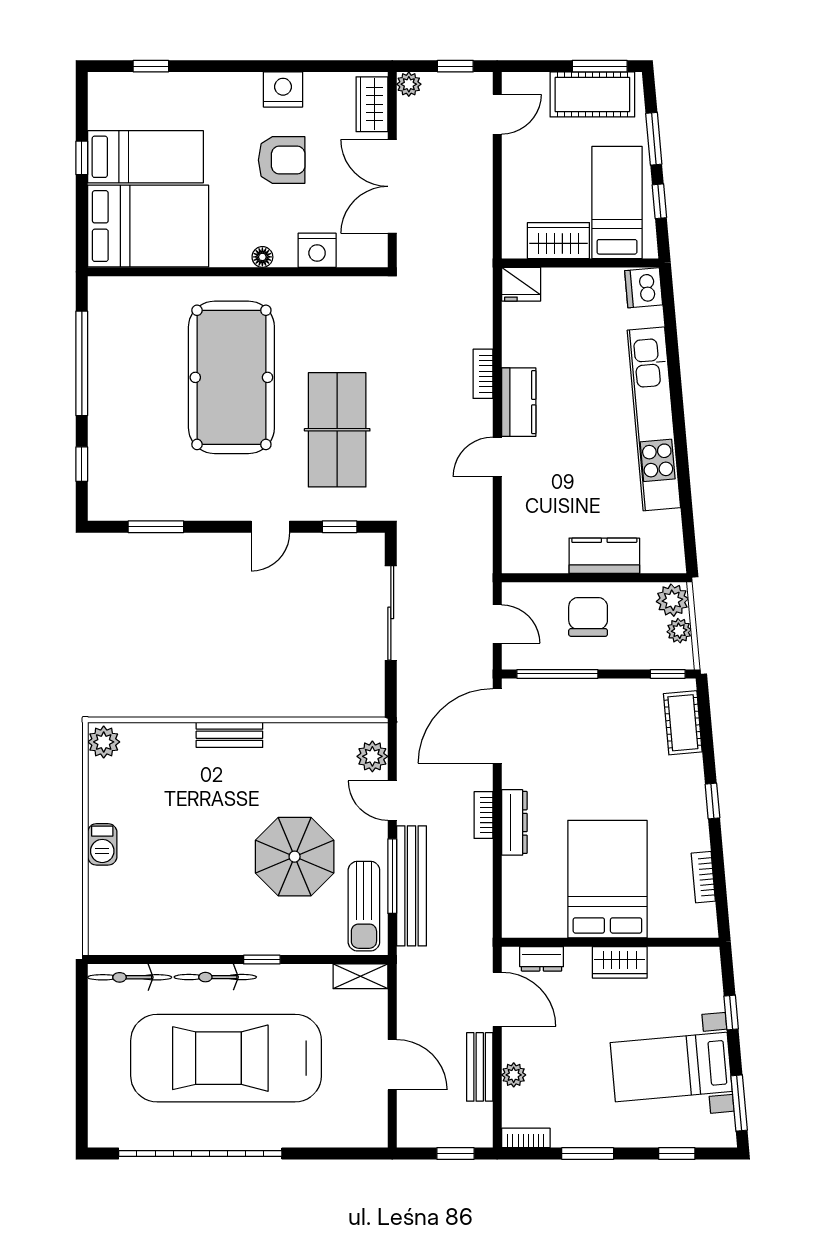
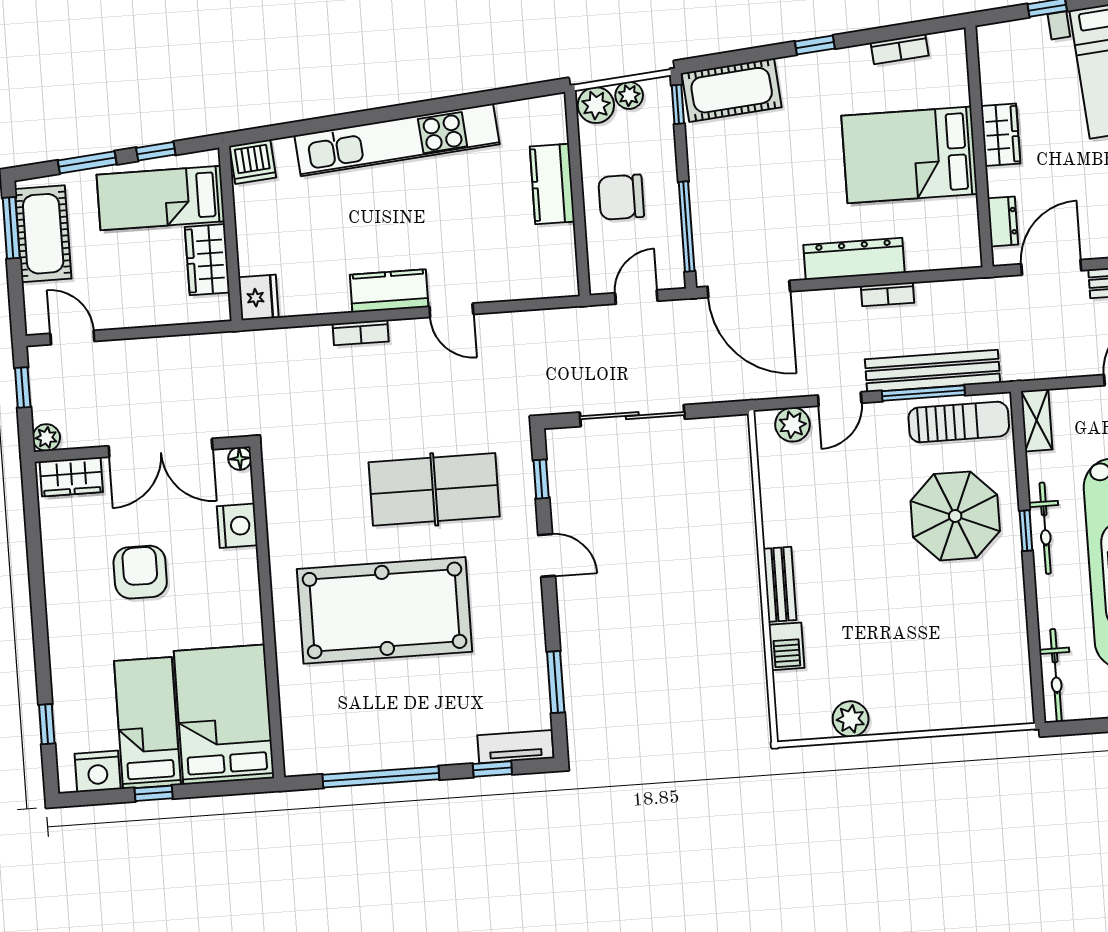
nightstand: (283, 90) -> (98, 771), moved, turned -90
floor lamp: (262, 257) -> (240, 458), moved
tv unit: (100, 486) -> (515, 747), added
cot: (683, 723) -> (732, 90), width x1.37, depth x1.34
plant: (104, 742) -> (851, 719), moved
bookcase: (483, 815) -> (888, 294), moved
dresser: (514, 822) -> (854, 259), width x1.37, depth x1.24
barbecue: (102, 844) -> (786, 646), moved, turned 90
parasol: (295, 857) -> (955, 516), moved
bicycle: (215, 977) -> (1045, 528), moved

